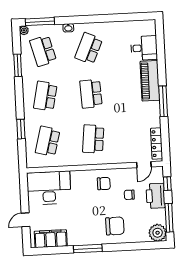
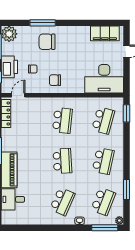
school desk: (43, 51) -> (103, 201), turned 36
window: (21, 129) -> (126, 113), moved
window: (88, 249) -> (43, 23), moved

